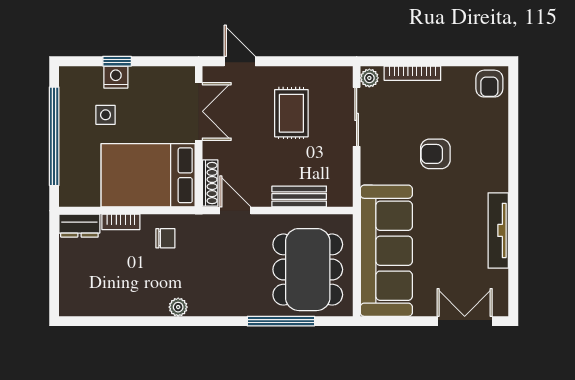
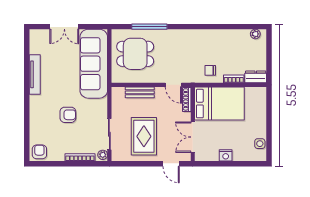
window: (117, 61) -> (236, 164), removed
nightstand: (116, 77) -> (226, 155), moved
rug: (291, 113) -> (144, 136), width x1.36, depth x1.43
side table: (106, 115) -> (260, 144), moved
window: (54, 136) -> (269, 124), removed
dining table: (308, 270) -> (135, 54), width x0.73
plant: (178, 307) -> (255, 34), moved
double door: (465, 321) -> (64, 27), moved

